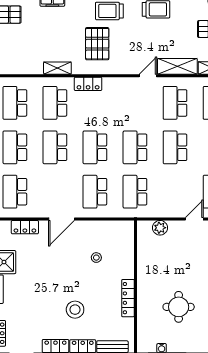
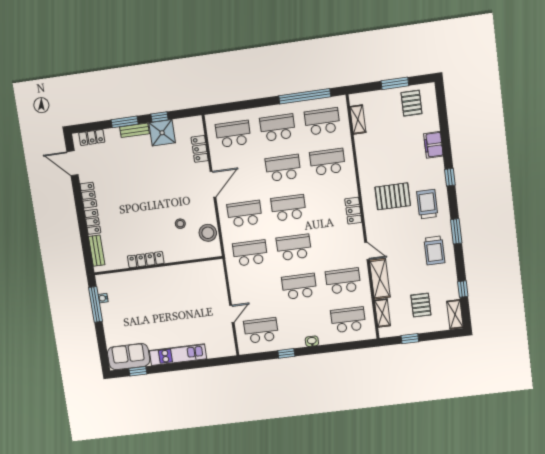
shelving: (57, 68) -> (358, 119), moved
locker: (88, 84) -> (353, 211), moved
door: (61, 219) -> (213, 184), swing flipped
door: (194, 219) -> (232, 314), hinge flipped
plant: (160, 228) -> (218, 282), removed
round table: (179, 307) -> (145, 309), removed
stool: (75, 310) -> (208, 233), moved

